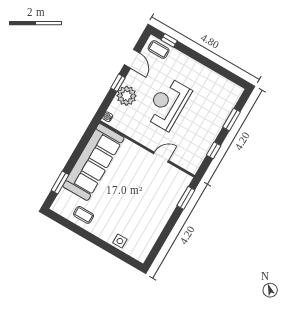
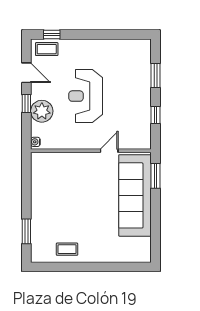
sofa: (93, 162) -> (135, 195), moved, turned 180
side table: (120, 241) -> (116, 254), removed

